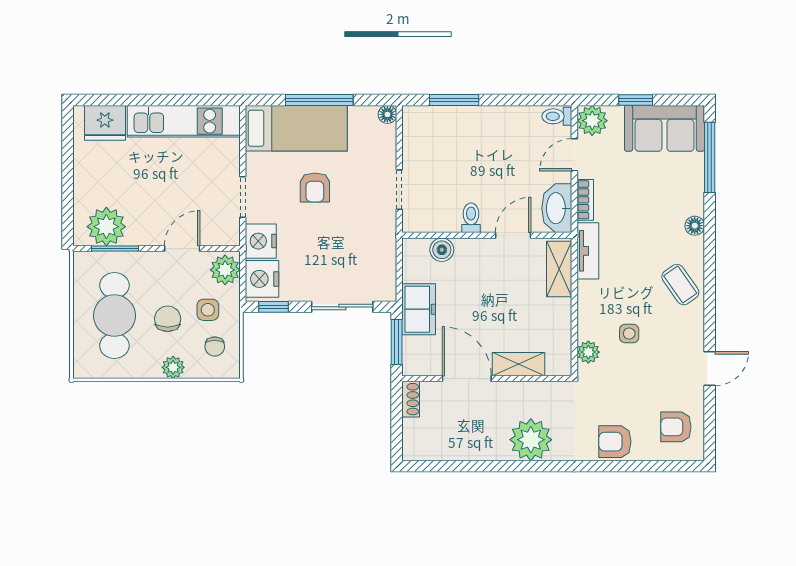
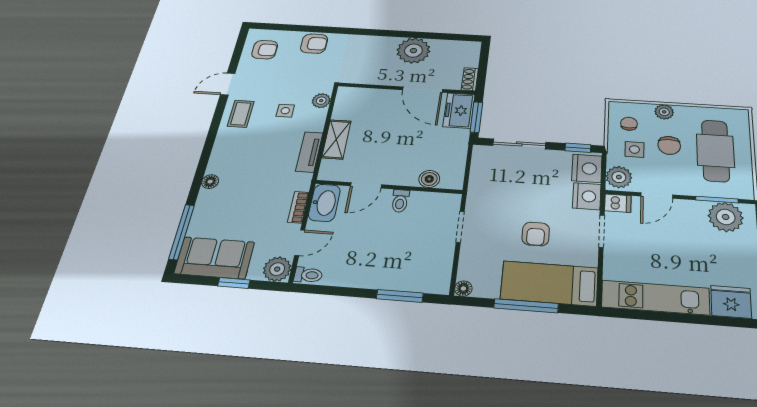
armchair: (315, 187) -> (536, 234), turned 180
dishwasher: (226, 235) -> (618, 203), added
tv unit: (588, 251) -> (309, 152), moved
shelving: (559, 269) -> (336, 139), moved
coffee table: (680, 285) -> (241, 114), moved, turned 35
freezer: (419, 309) -> (459, 110), moved
shelving: (518, 364) -> (379, 96), removed
plant: (531, 440) -> (413, 51), moved

